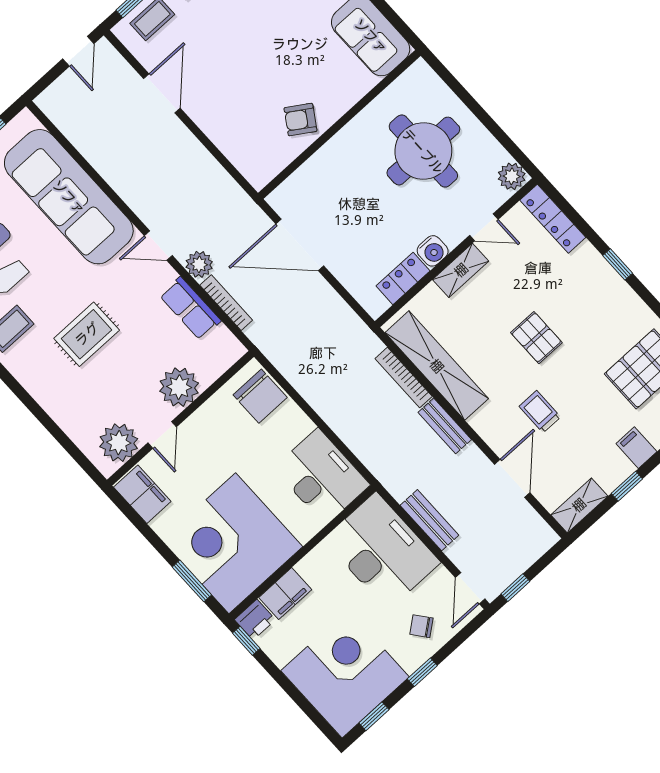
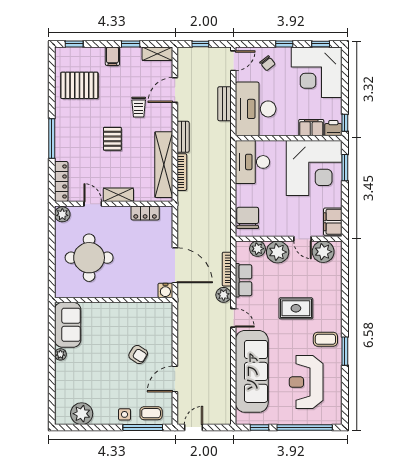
armchair: (300, 120) -> (138, 355), moved
water cooler: (433, 251) -> (165, 290), moved, turned 180
window: (618, 264) -> (52, 139), width x2.17
plant: (210, 367) -> (258, 249), added
door: (162, 435) -> (302, 239), swing flipped
window: (515, 588) -> (200, 44), moved

